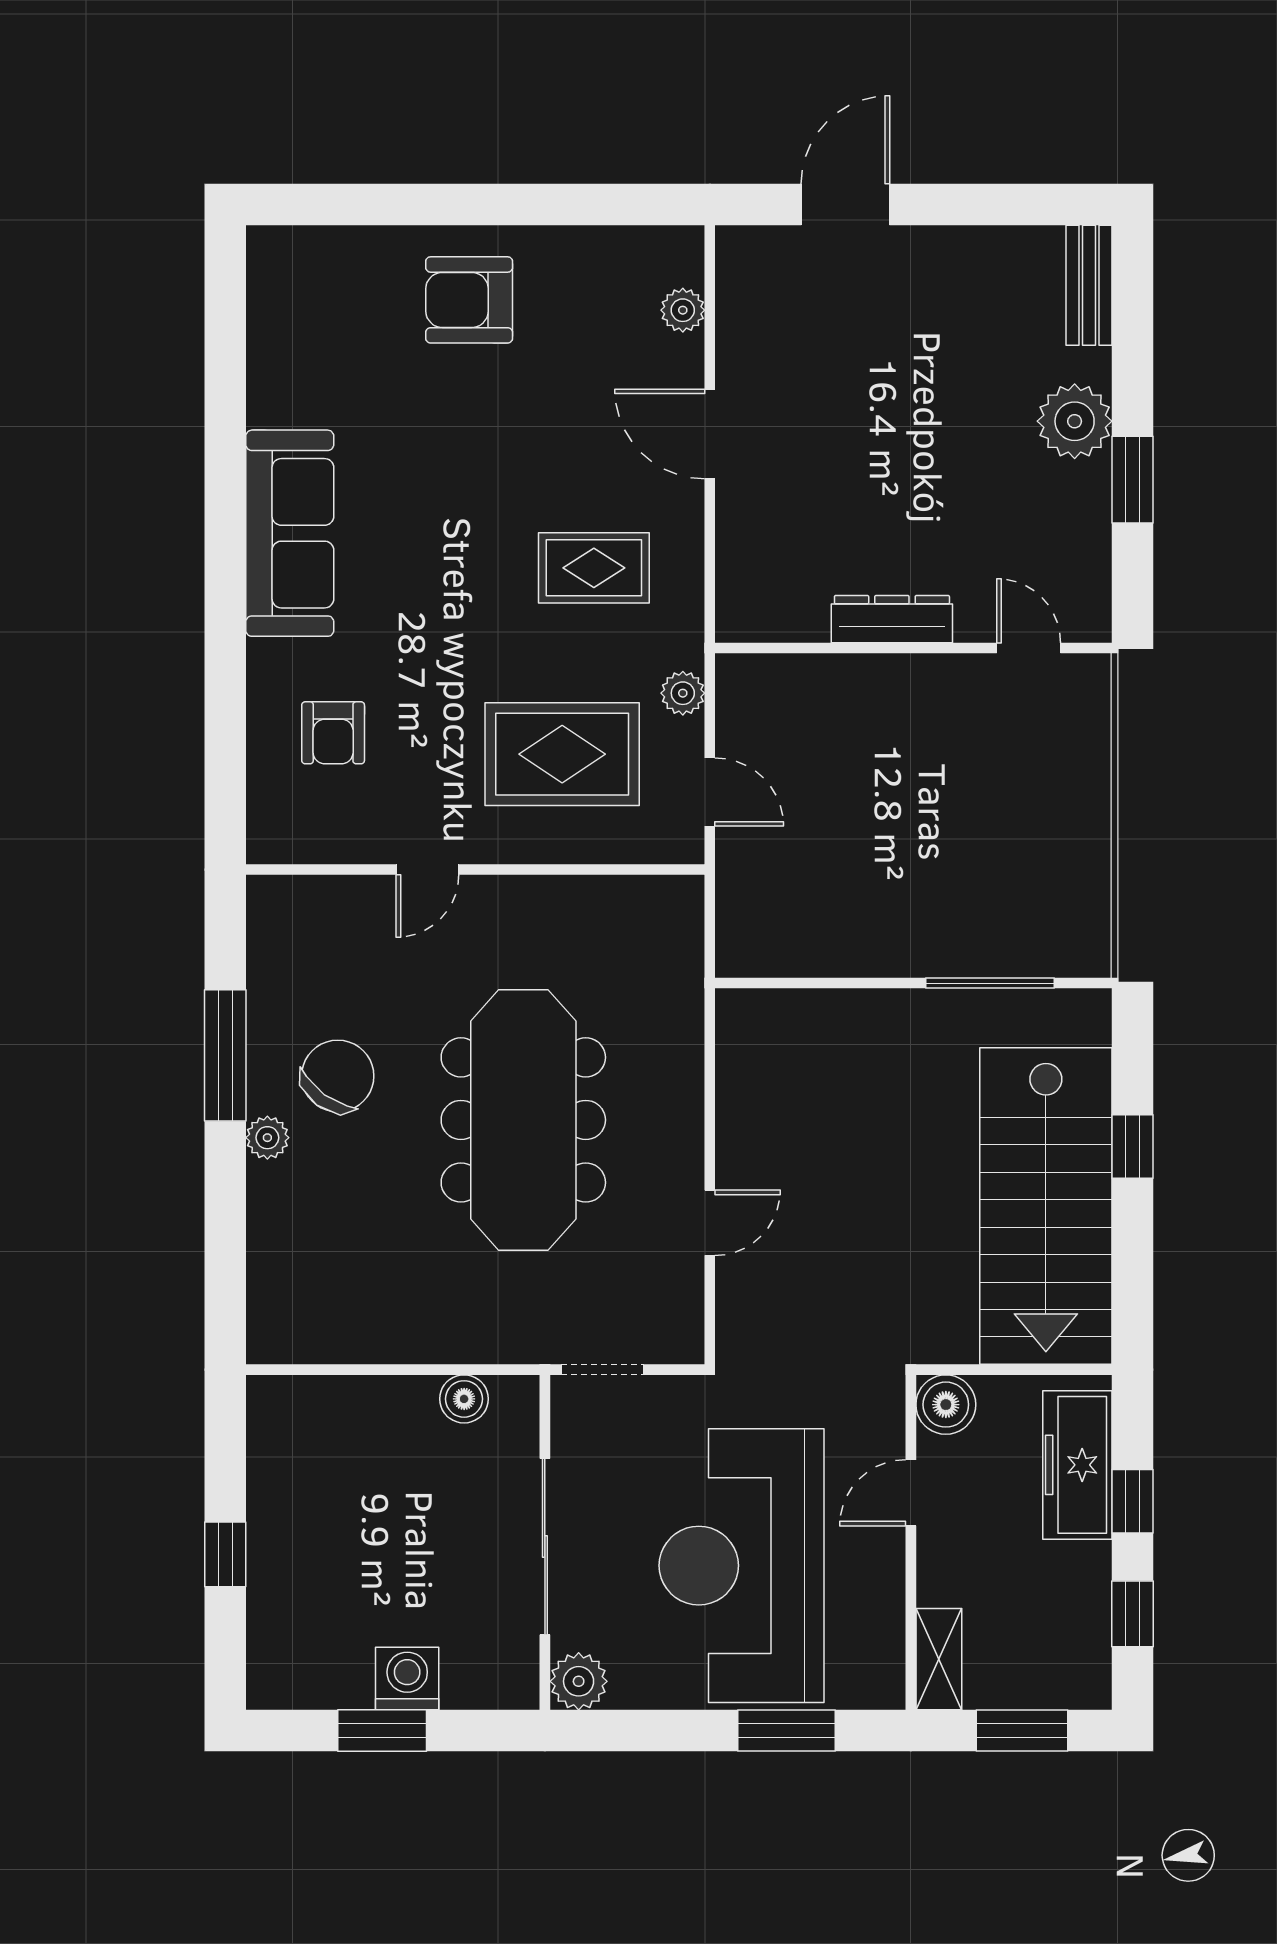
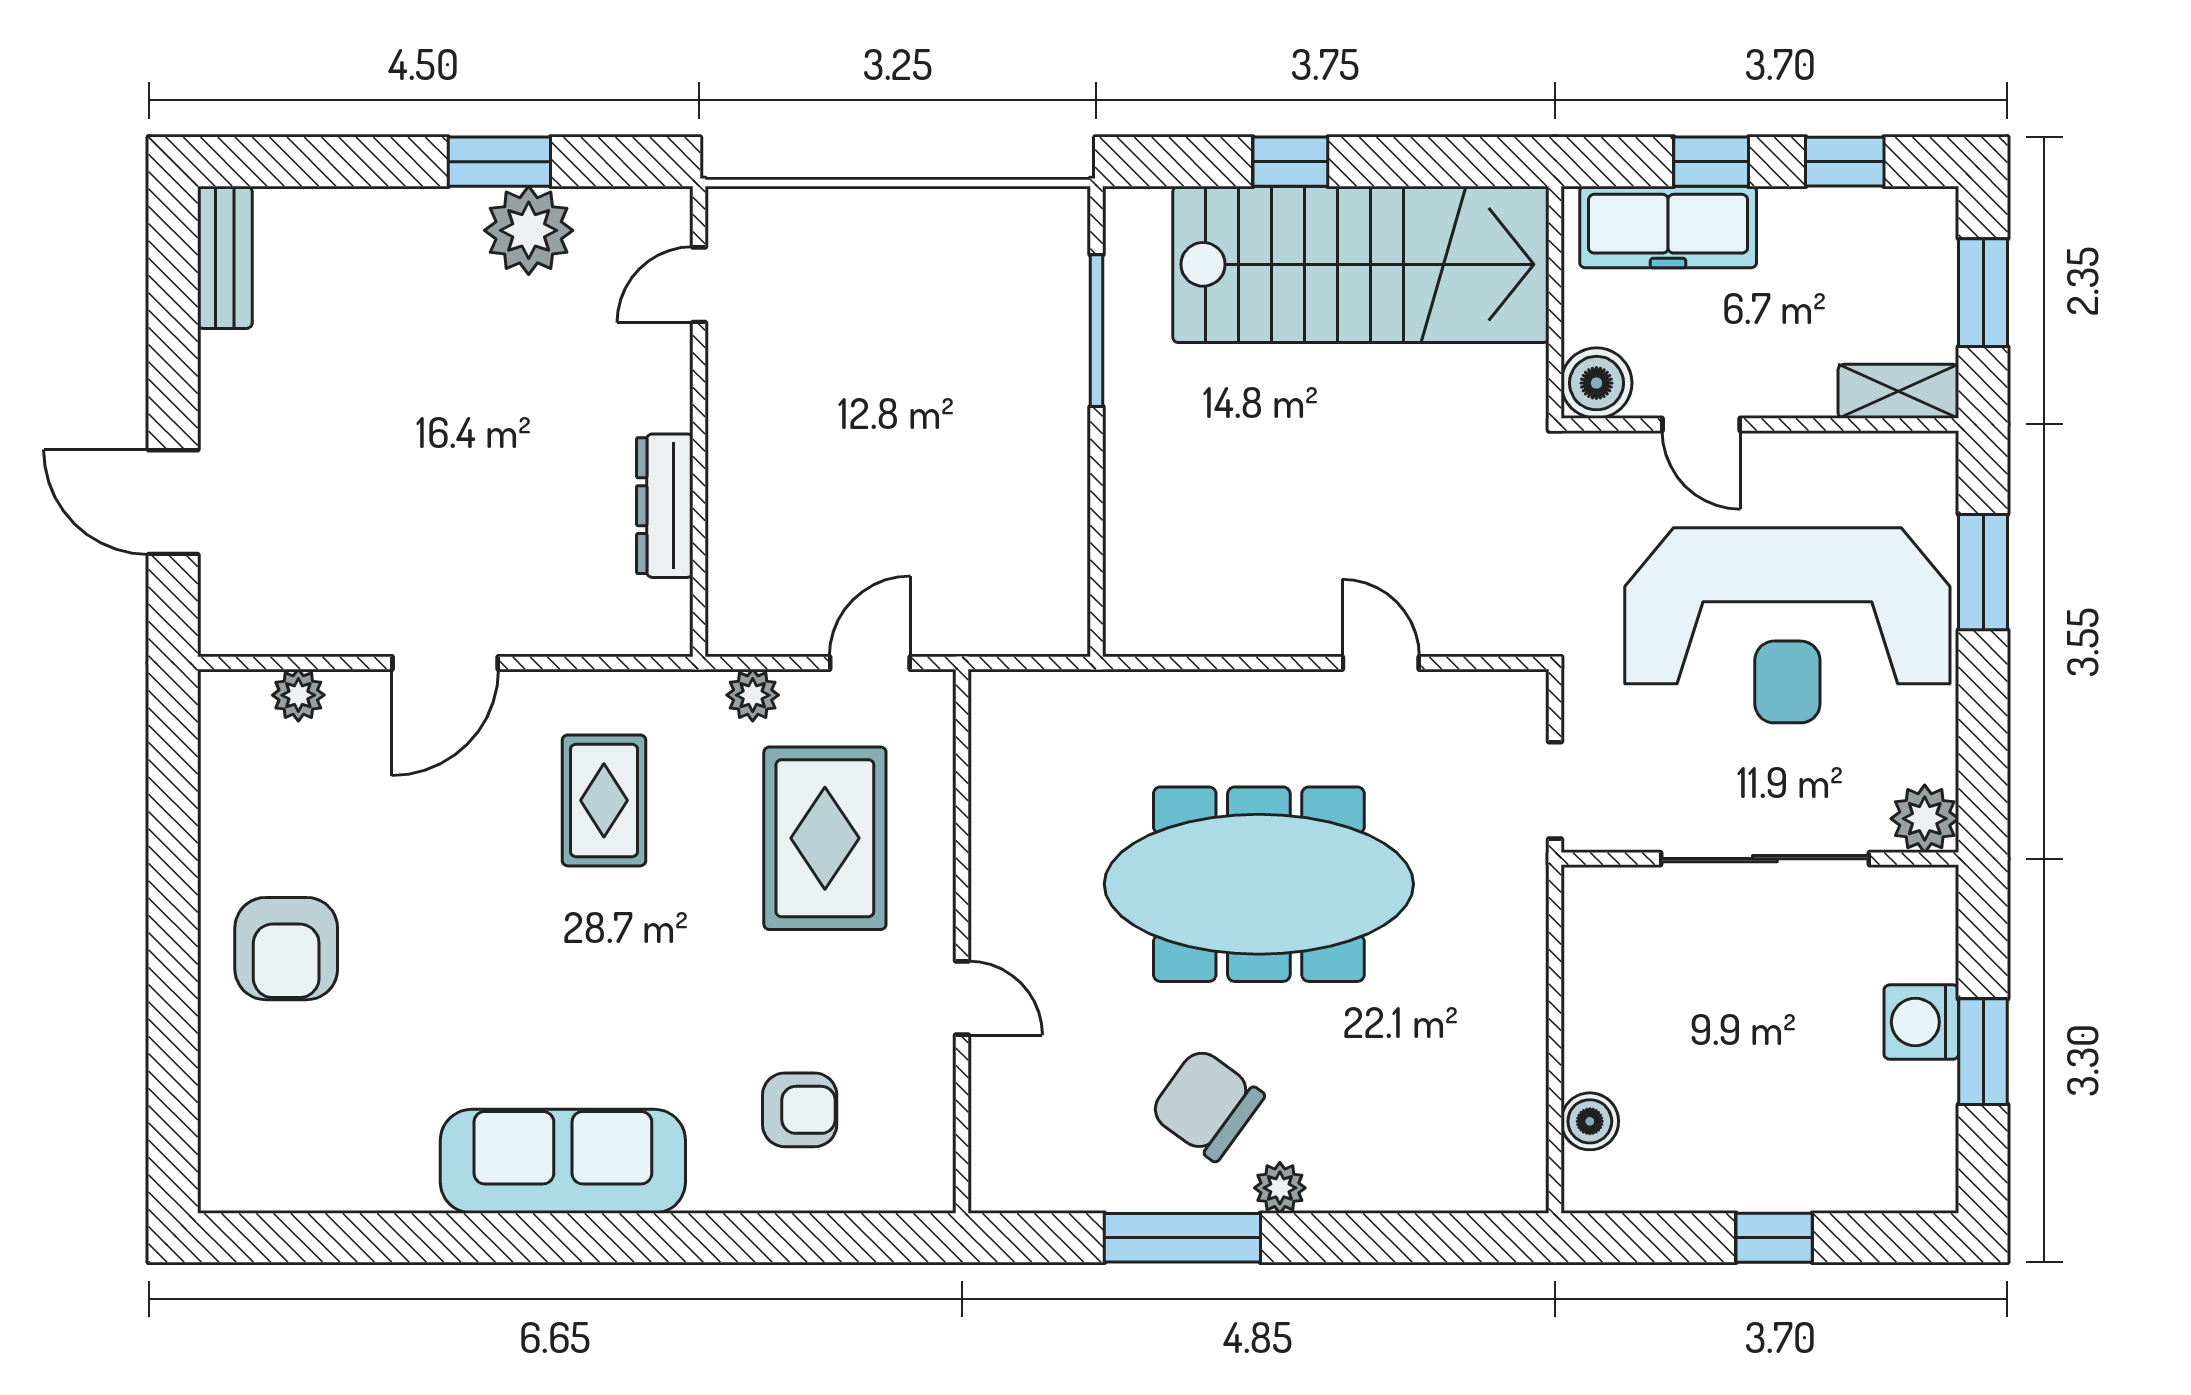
bench: (1089, 285) -> (225, 257), moved, turned 90
plant: (1075, 421) -> (529, 230), moved
dresser: (892, 619) -> (665, 506), moved
boiler: (464, 1399) -> (1590, 1121), moved

